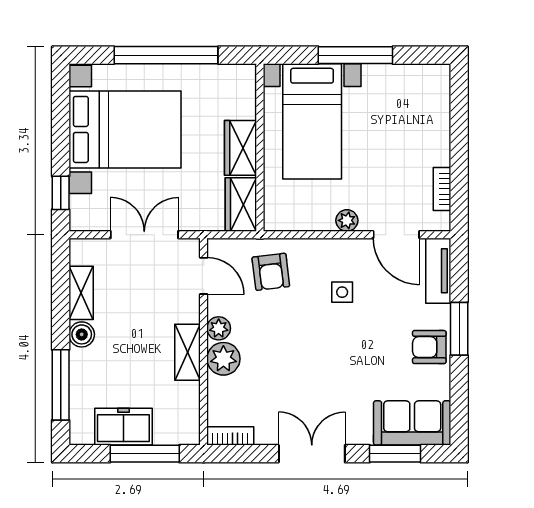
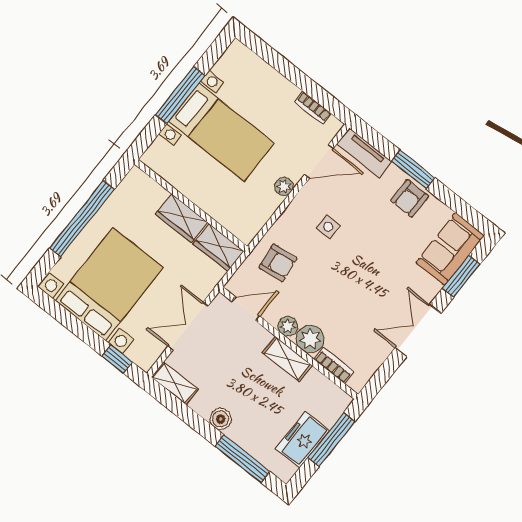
bed with nightstands: (312, 121) -> (221, 132), moved
shelving: (81, 293) -> (175, 383), moved
bookcase: (230, 436) -> (334, 365), moved, turned 90

